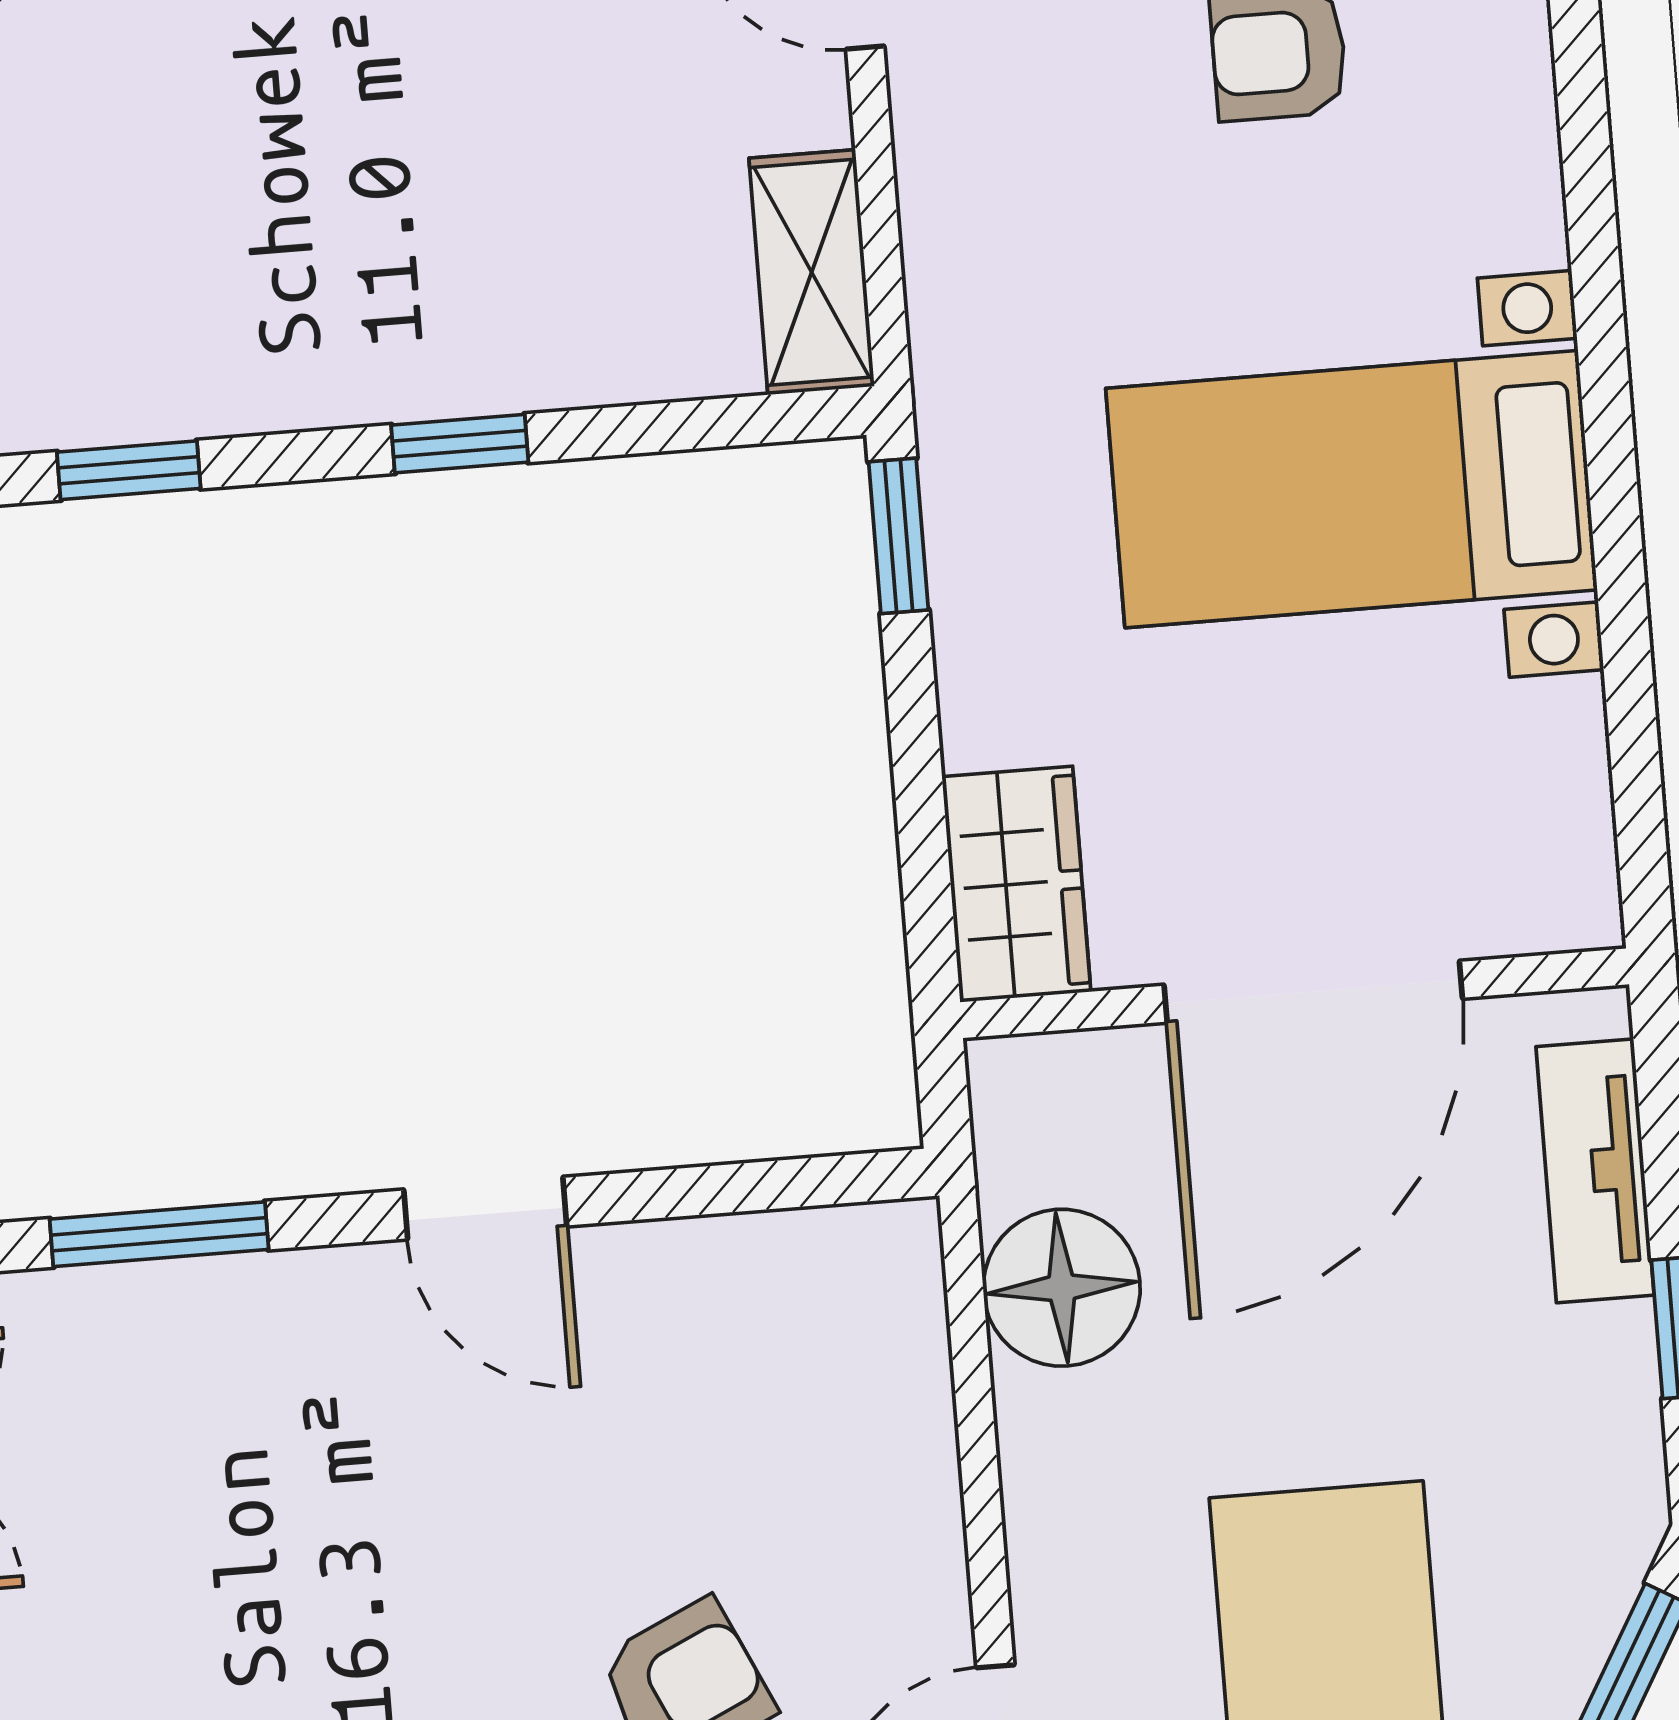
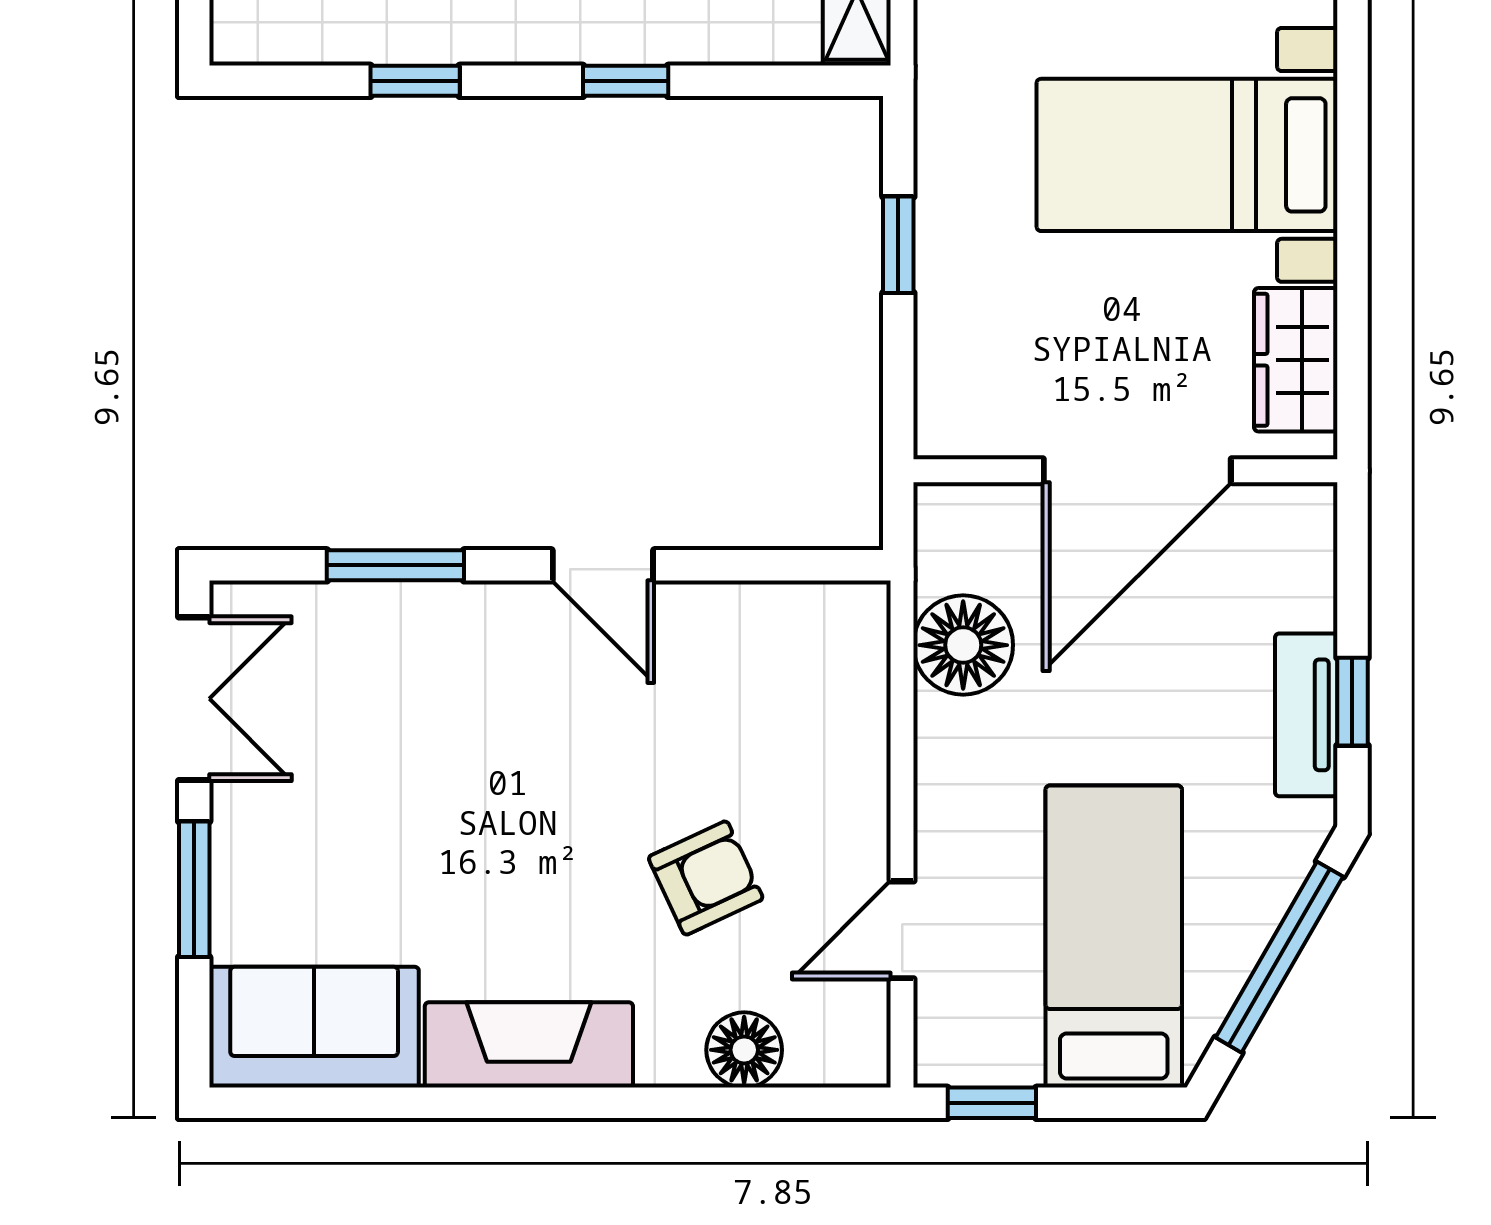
window: (899, 536) -> (898, 245), moved
wardrobe: (1016, 884) -> (1296, 360), moved, turned 180
tv unit: (1595, 1171) -> (1306, 715), moved

